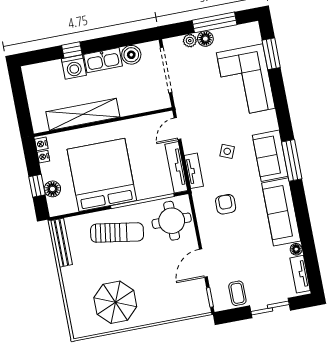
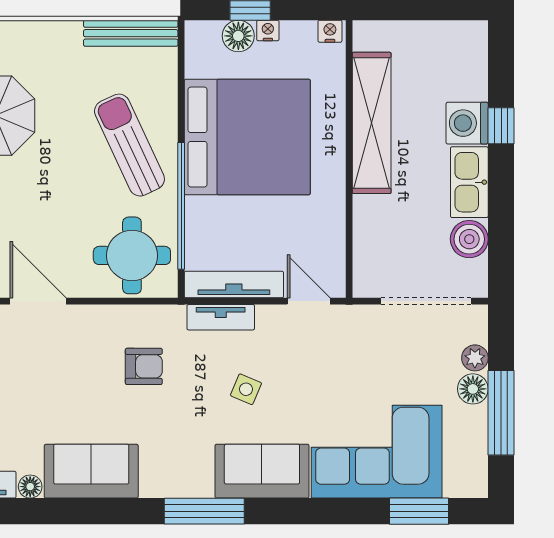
sofa: (270, 156) -> (262, 471), moved
nightstand: (43, 157) -> (268, 30), moved
sofa: (281, 212) -> (91, 471), width x0.73
sun lounger: (117, 233) -> (129, 145), turned 146

